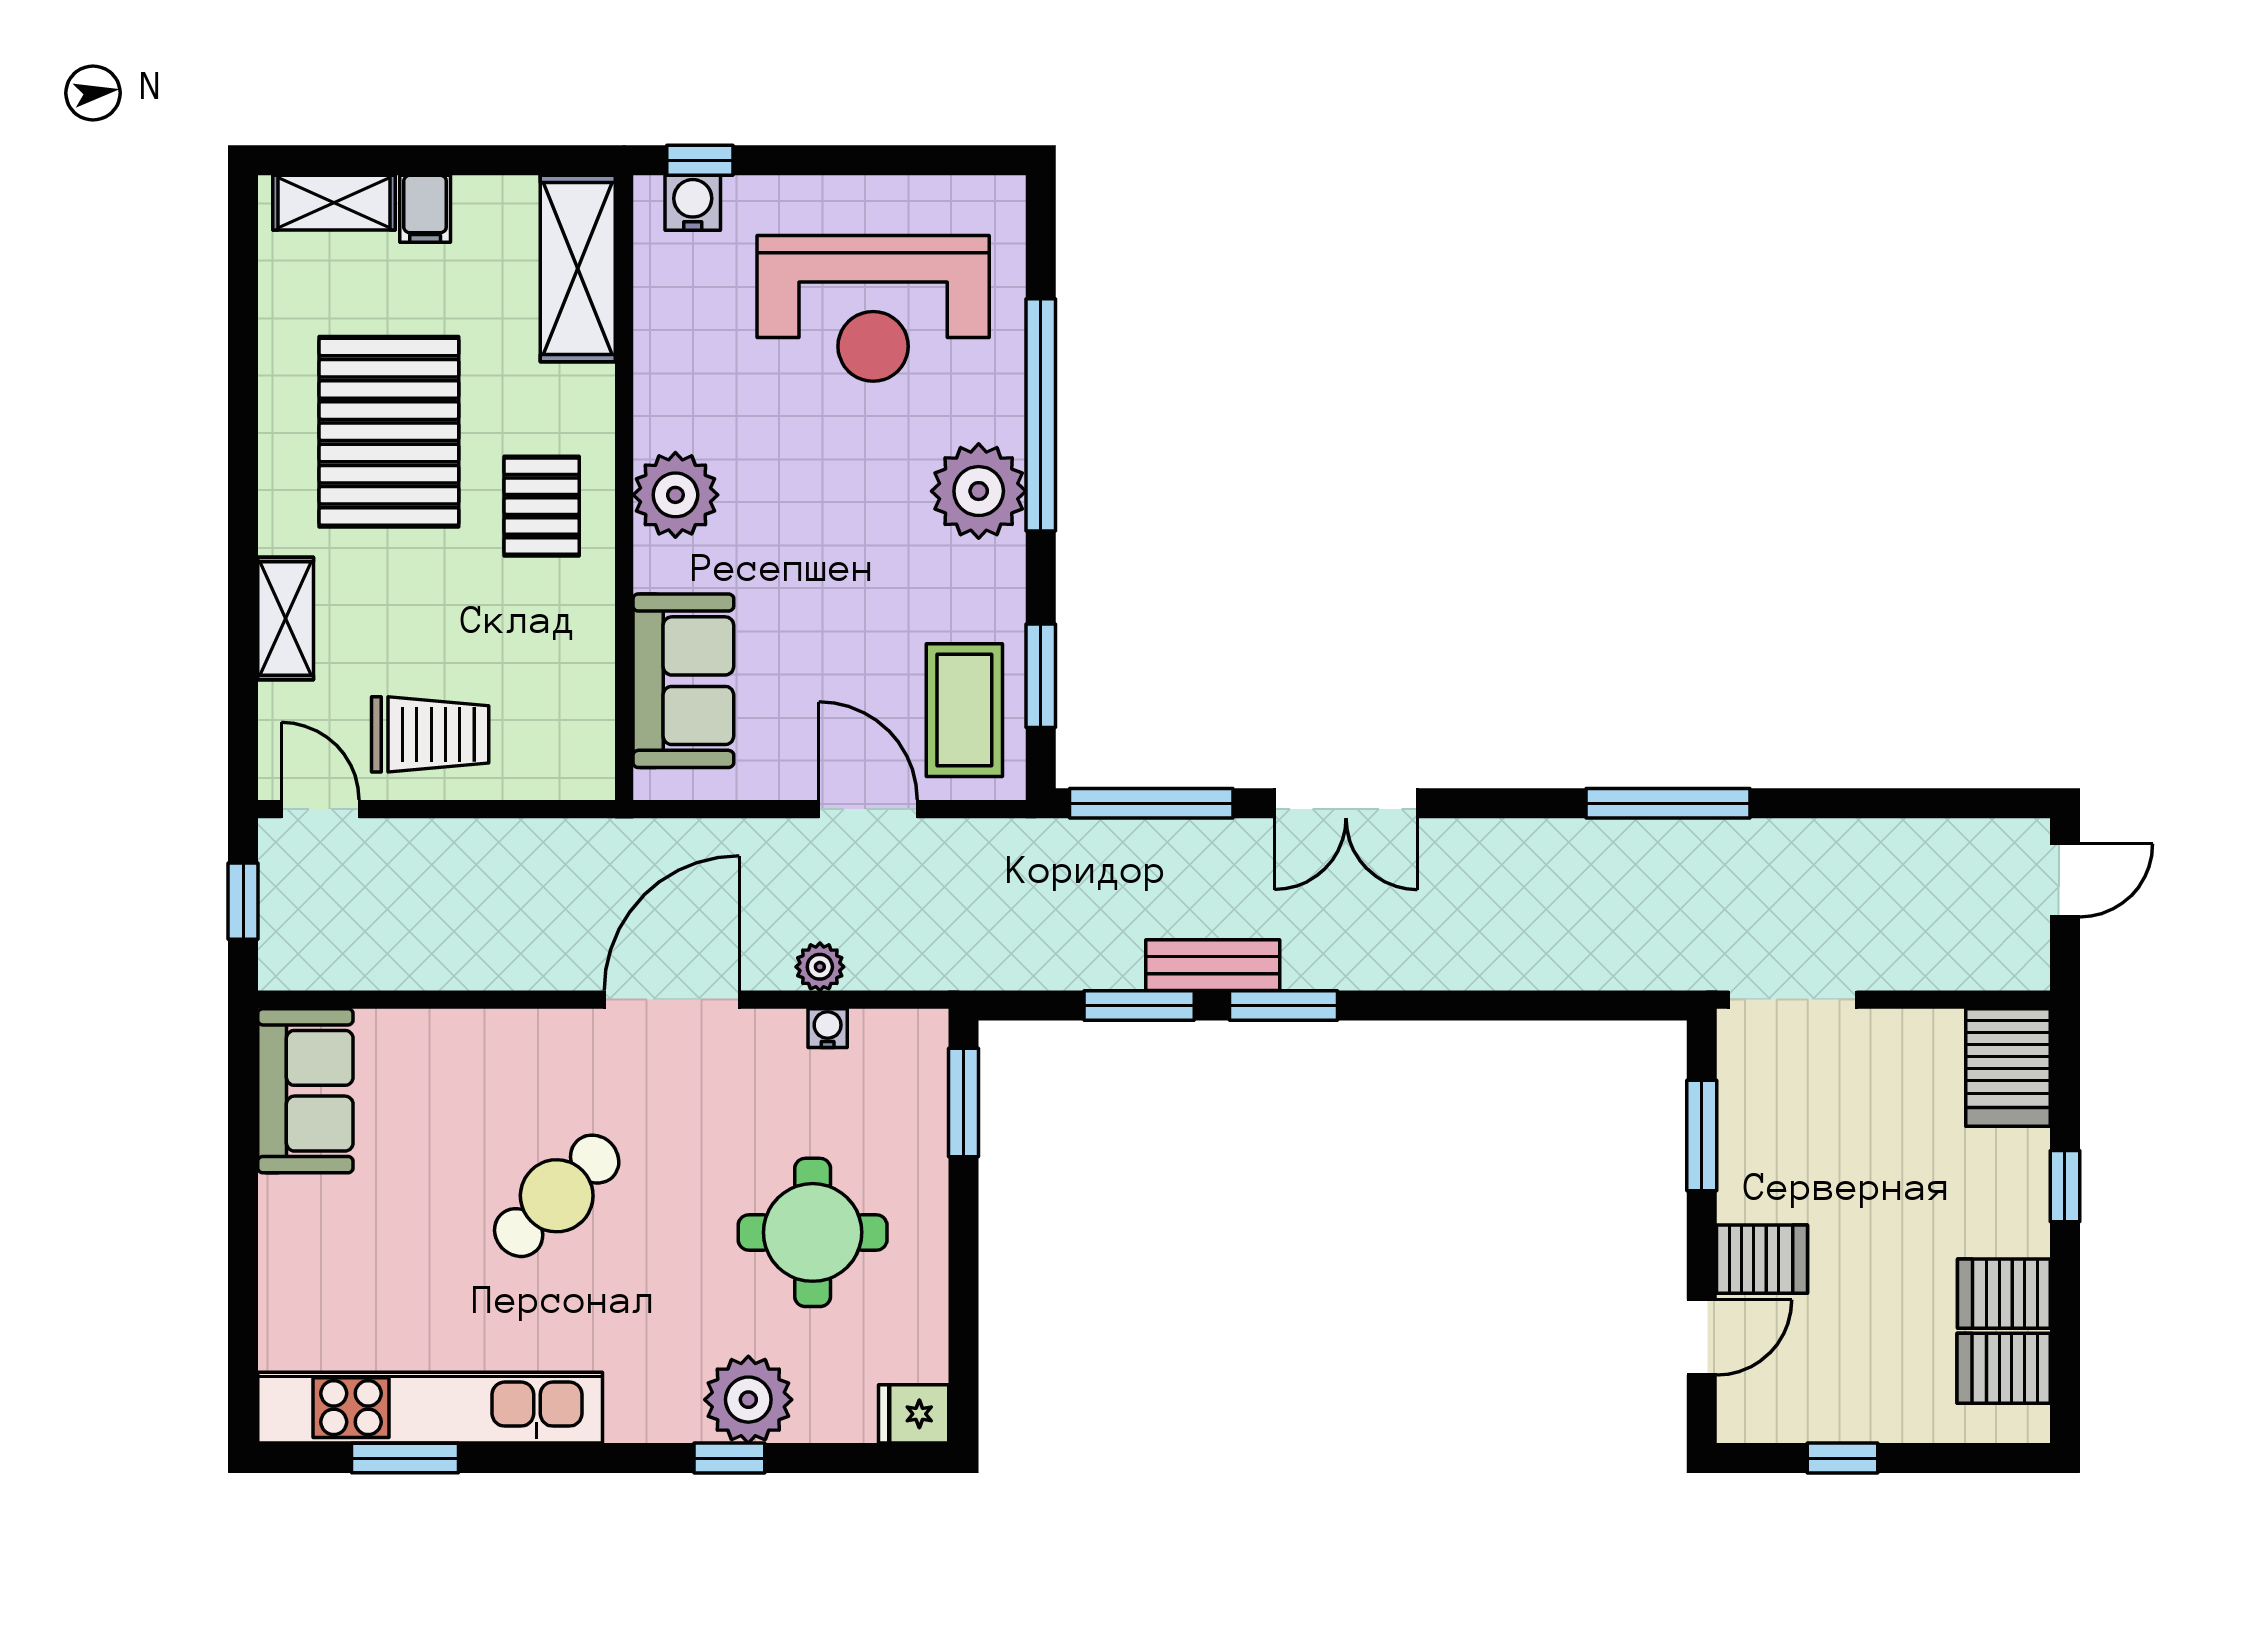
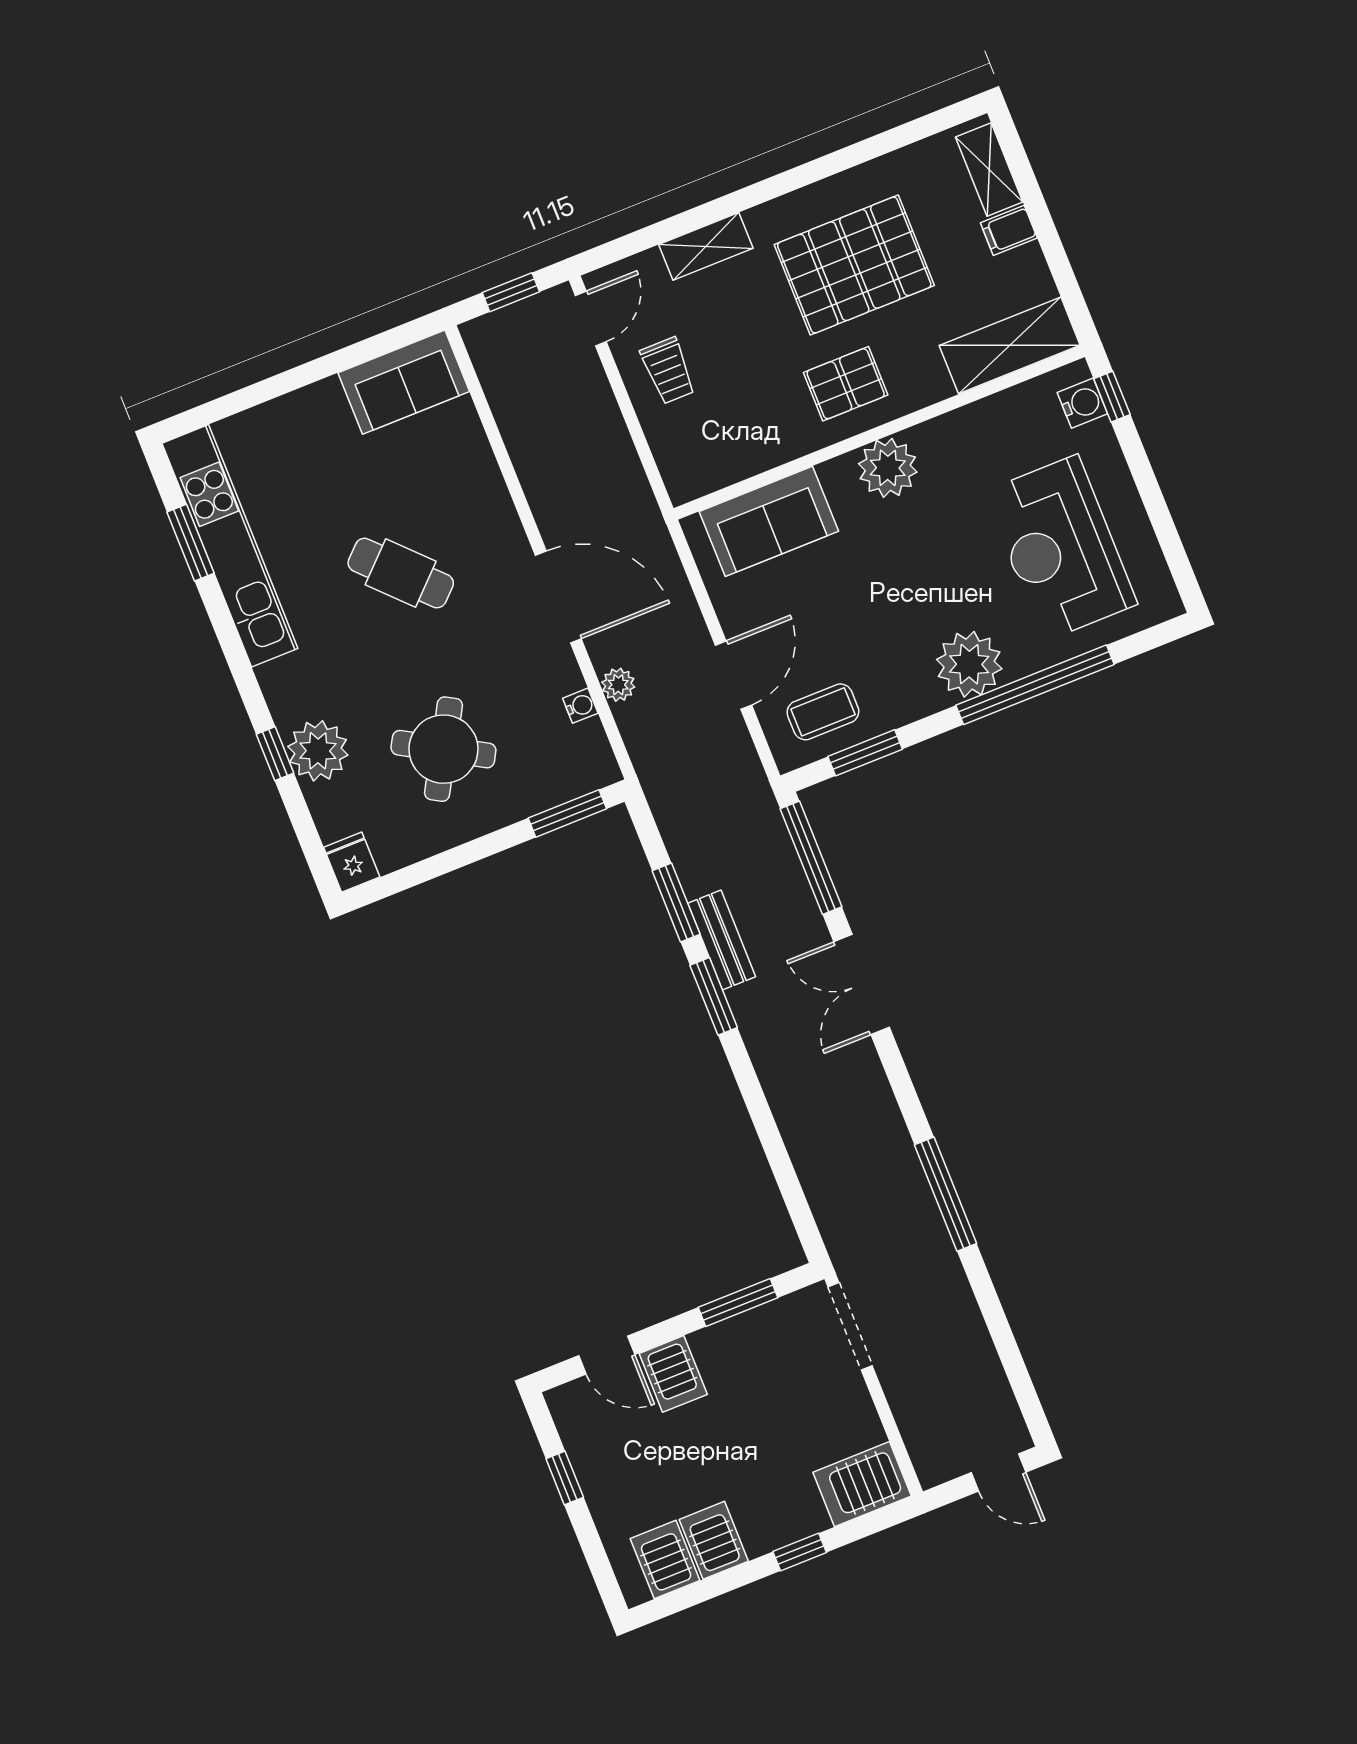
coffee table: (964, 710) -> (823, 712), width x0.73, depth x0.77
trolley: (430, 734) -> (668, 371), width x0.73, depth x0.72
round table: (813, 1232) -> (443, 749), turned 30

